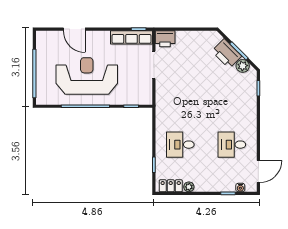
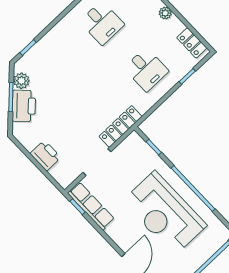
printer: (165, 39) -> (45, 156), moved
locker: (161, 98) -> (121, 126), added
plant: (189, 187) -> (165, 13), moved

